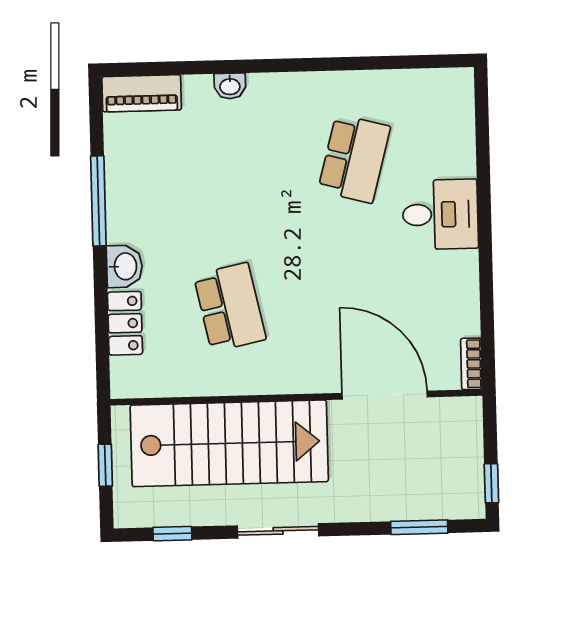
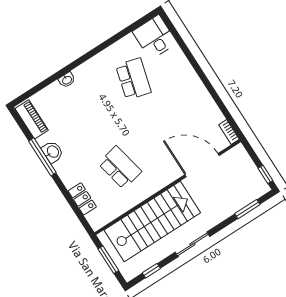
piano: (142, 93) -> (32, 119), moved, turned -90
desk: (440, 214) -> (155, 37), moved, turned -90
washbasin: (124, 266) -> (53, 152), moved
window: (105, 465) -> (108, 260), width x1.50

